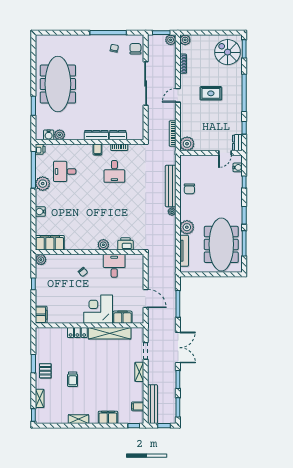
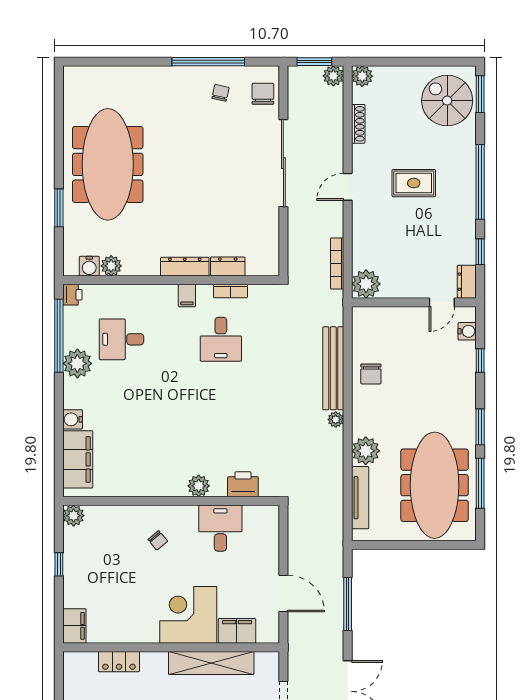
filing cabinet: (50, 243) -> (78, 459), moved, turned 90
locker: (77, 333) -> (119, 662), moved

